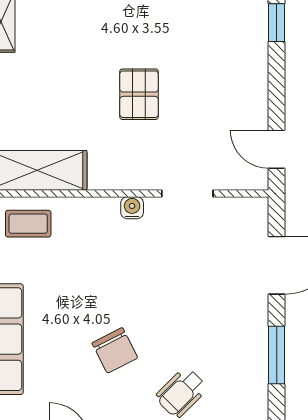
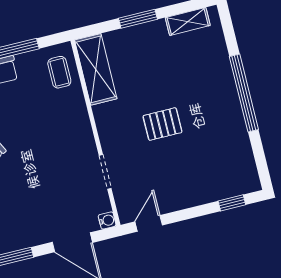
water cooler: (132, 208) -> (107, 220), moved

